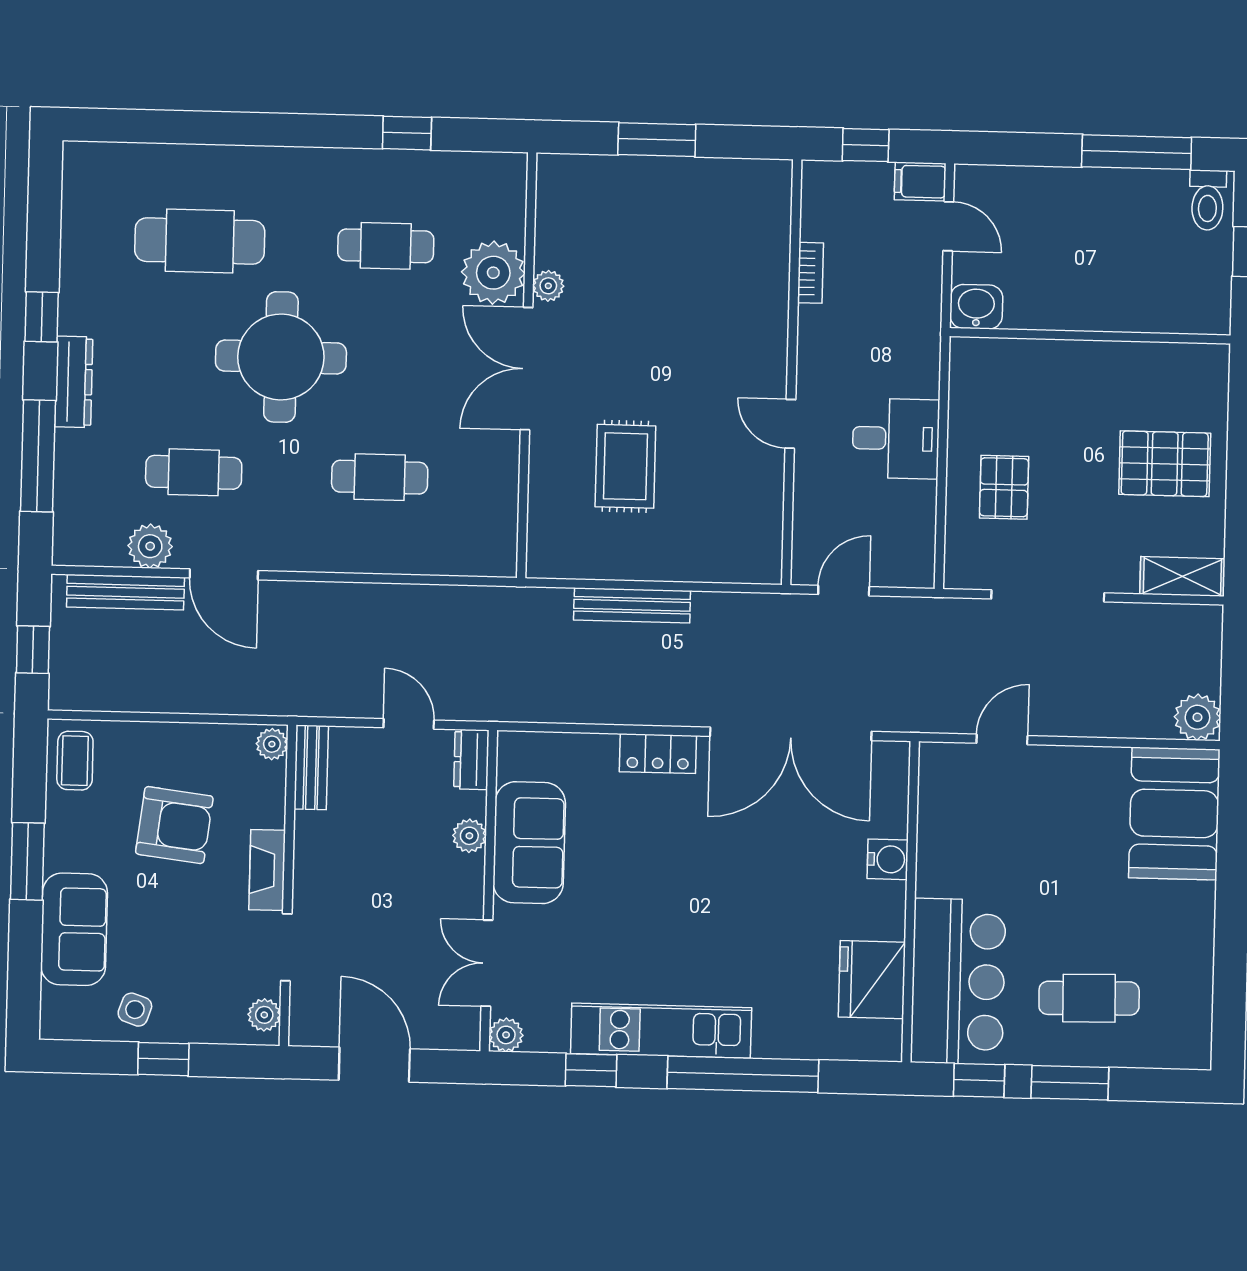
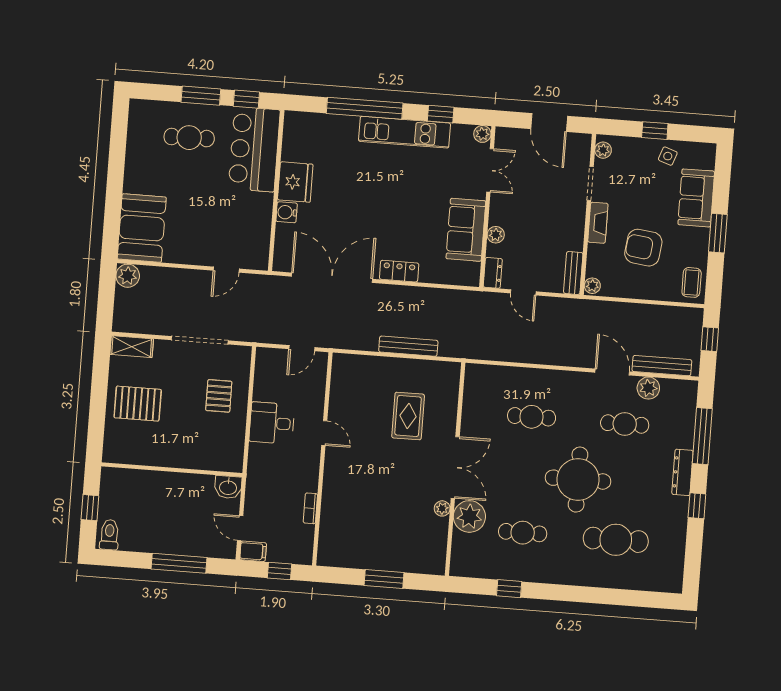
window: (1137, 152) -> (179, 563), moved
fridge: (872, 980) -> (295, 182), moved

